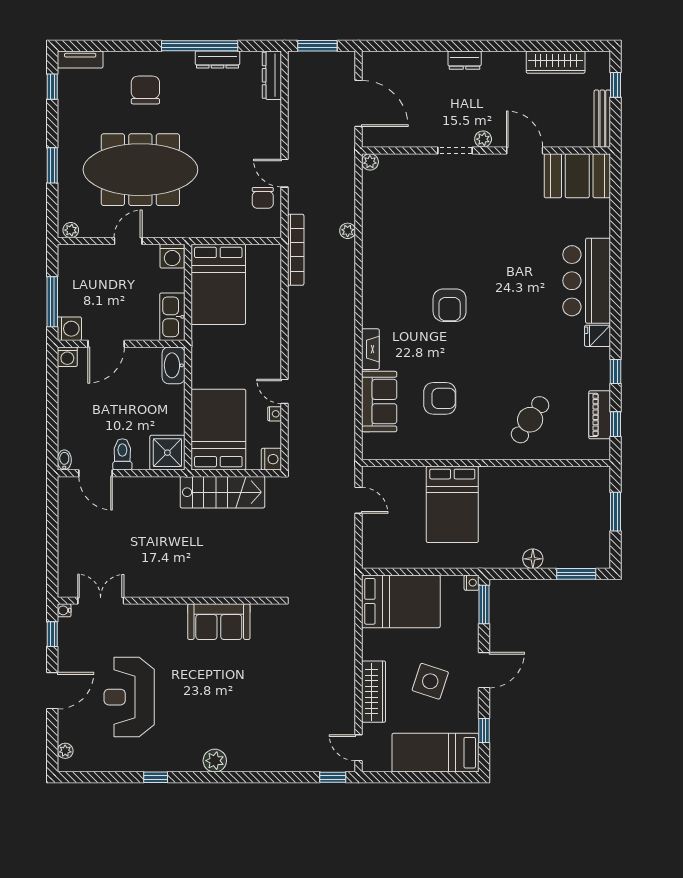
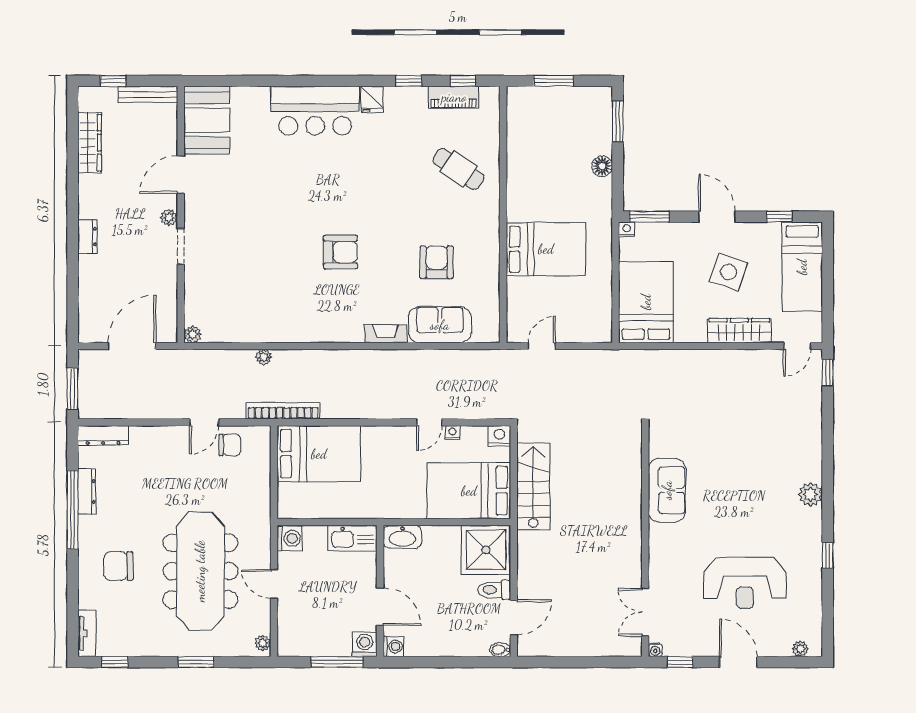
bed: (218, 284) -> (319, 454), moved
shower: (167, 453) -> (486, 550), width x1.37, depth x1.37

